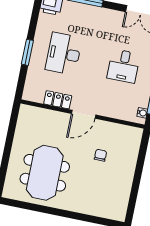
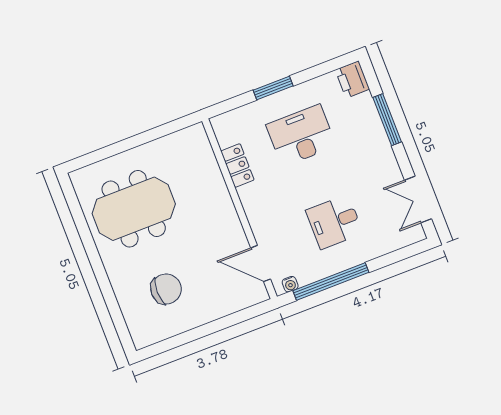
door: (84, 114) -> (261, 264), moved
chair: (100, 155) -> (166, 289), moved, width x1.87, depth x1.87

